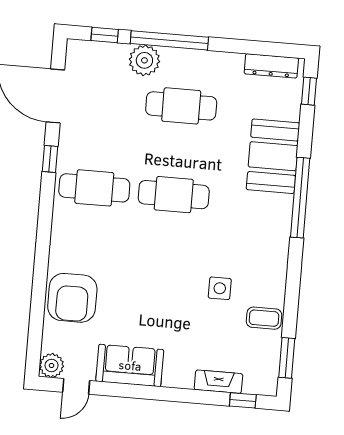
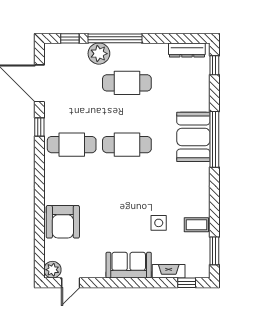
booth: (273, 156) -> (193, 137), moved
side table: (220, 288) -> (159, 223), moved
sofa: (130, 365) -> (129, 265), moved

